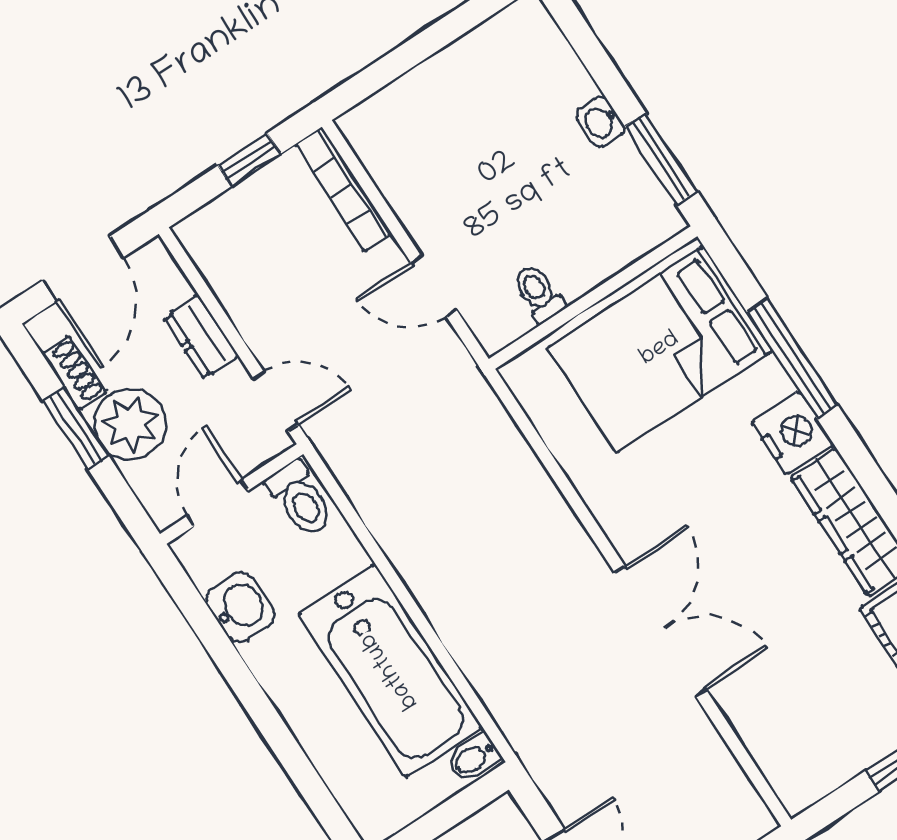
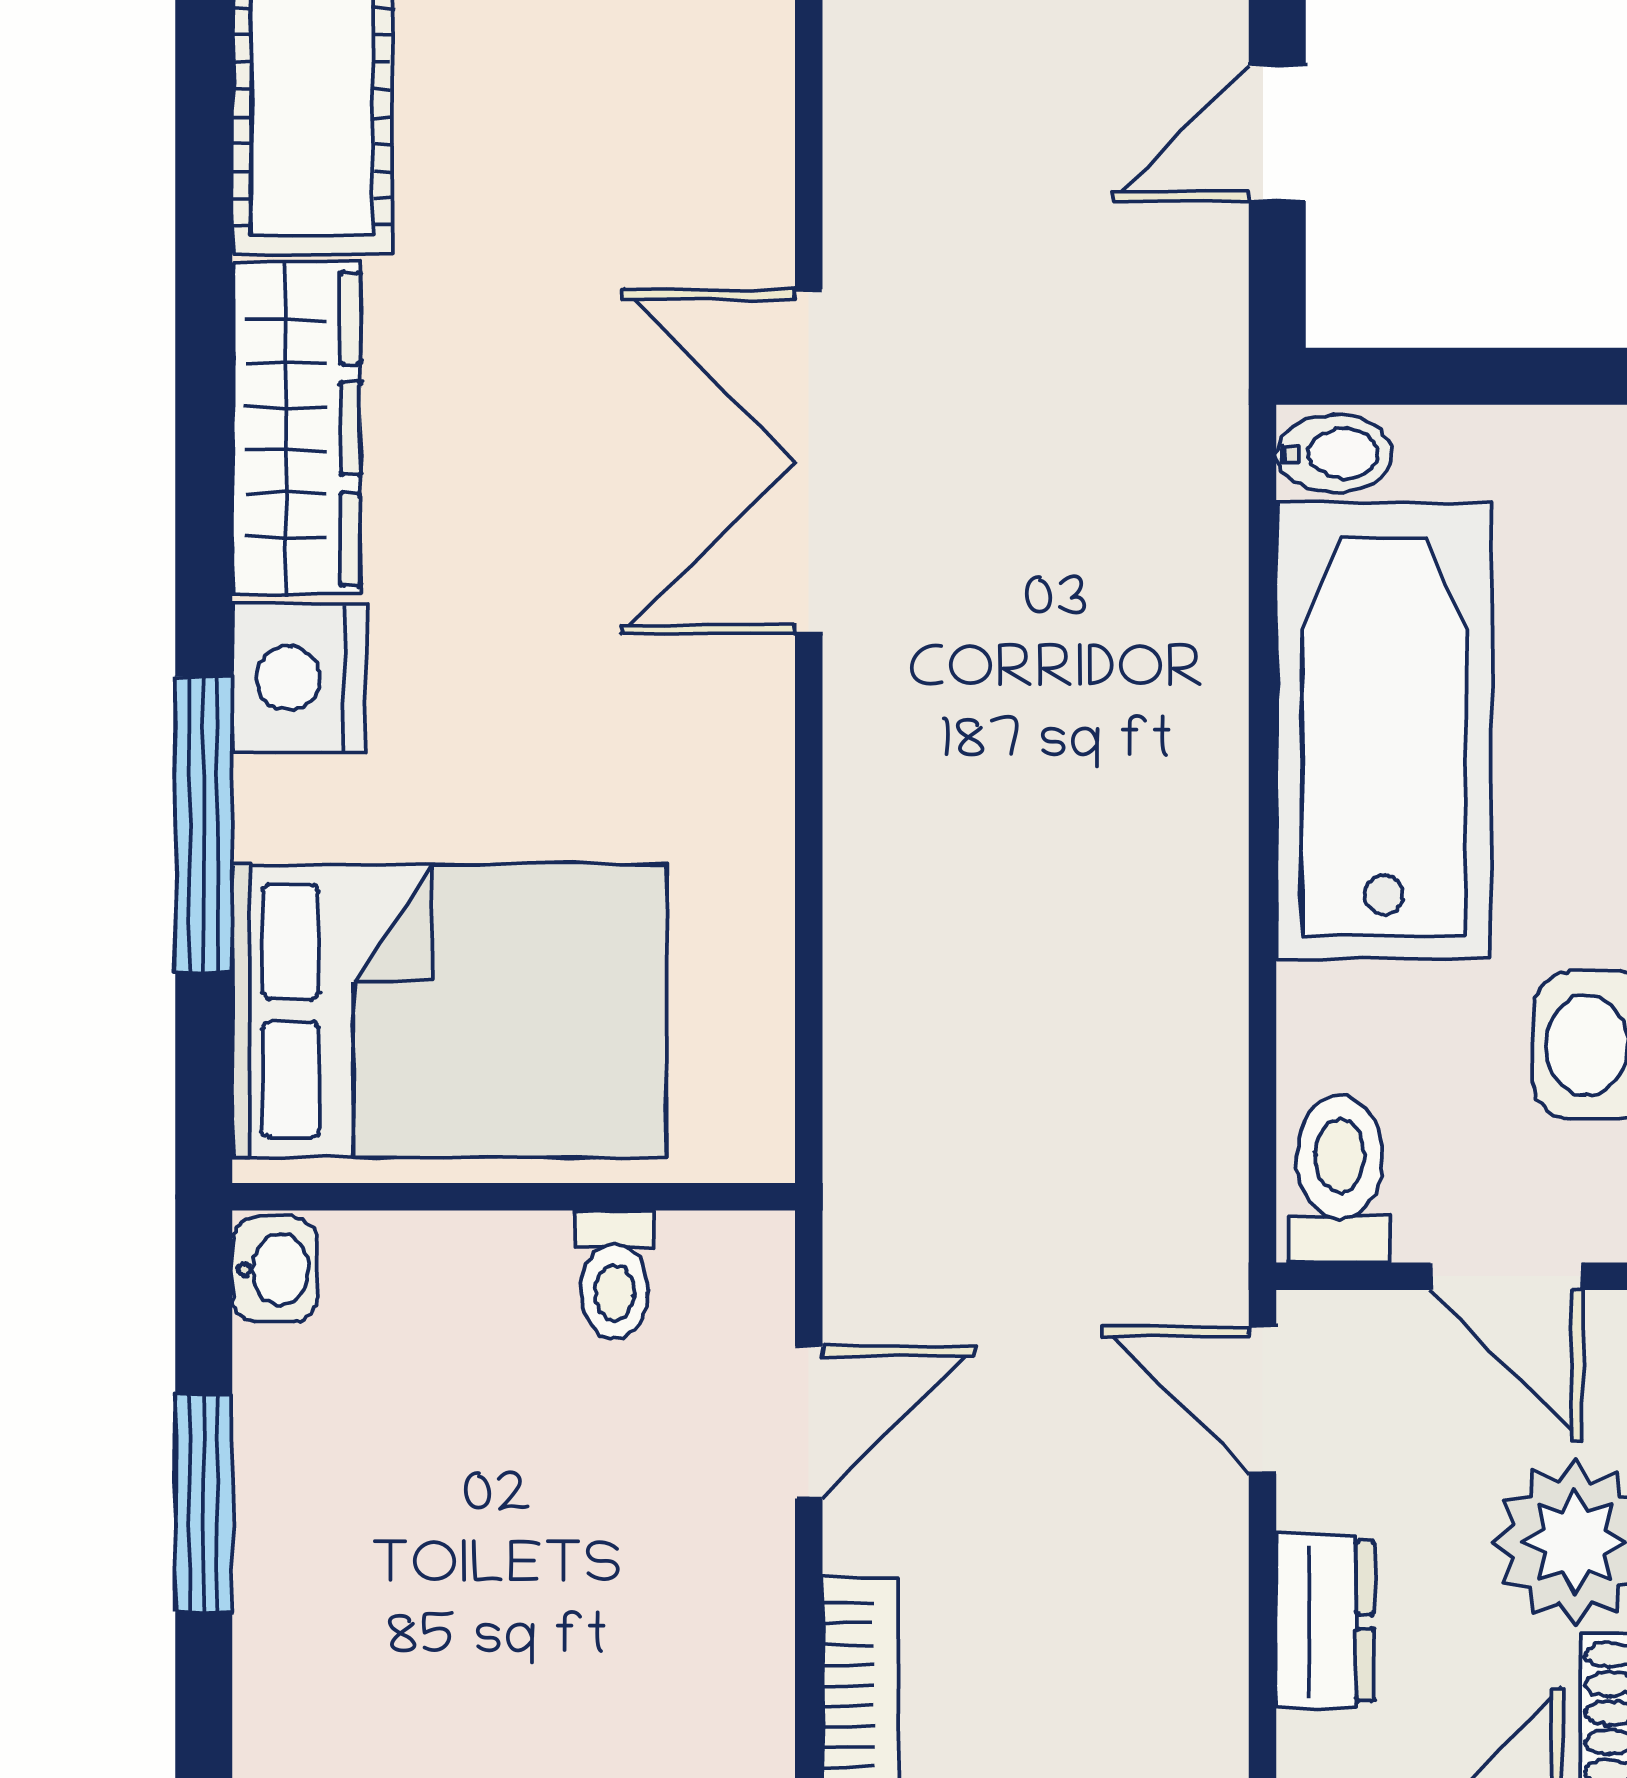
washbasin: (600, 122) -> (275, 1269), moved
window: (661, 159) -> (204, 1503), moved
door: (434, 286) -> (809, 1422), hinge flipped
door: (218, 503) -> (1506, 1276), hinge flipped

